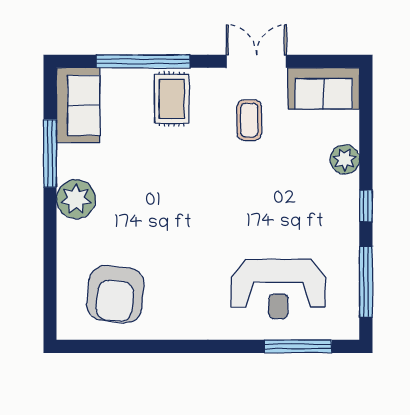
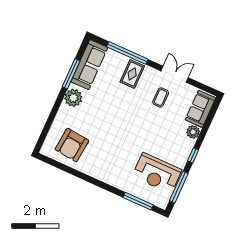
sofa: (324, 88) -> (200, 109), moved, turned 90
sofa: (78, 105) -> (89, 65), width x1.36
reception desk: (278, 289) -> (157, 173), moved

